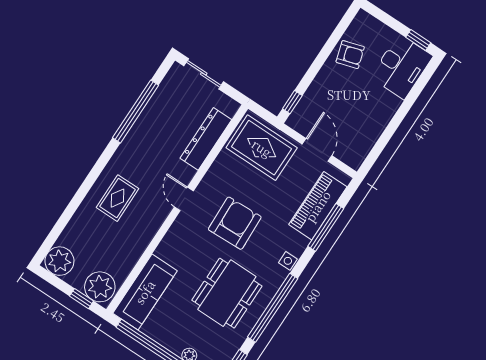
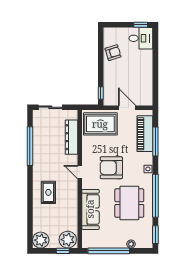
desk: (401, 67) -> (141, 38), width x0.73
armchair: (235, 223) -> (111, 168), turned -88
sofa: (145, 292) -> (90, 209), moved

